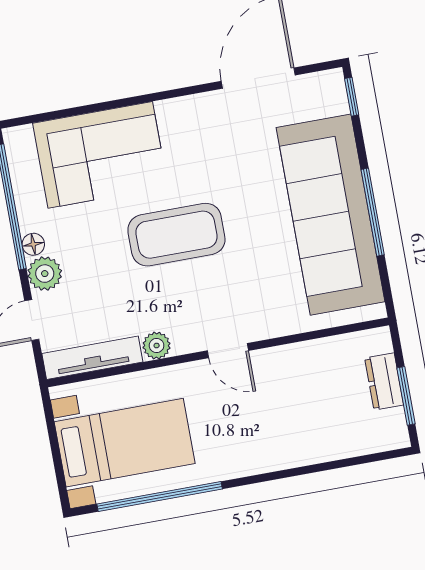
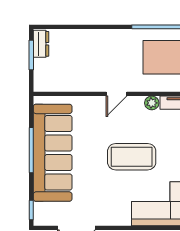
door: (228, 351) -> (116, 94), swing flipped
dresser: (384, 381) -> (41, 44), moved

